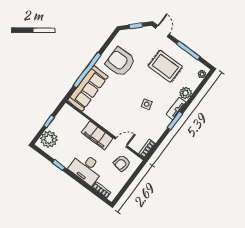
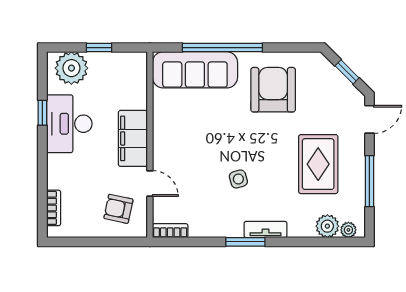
plant: (185, 93) -> (327, 226), moved
desk: (86, 168) -> (69, 124), moved

